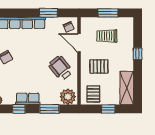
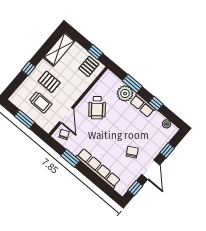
pallet: (99, 66) -> (49, 82), moved
plant: (68, 97) -> (125, 93), moved
window: (108, 109) -> (95, 52), moved

